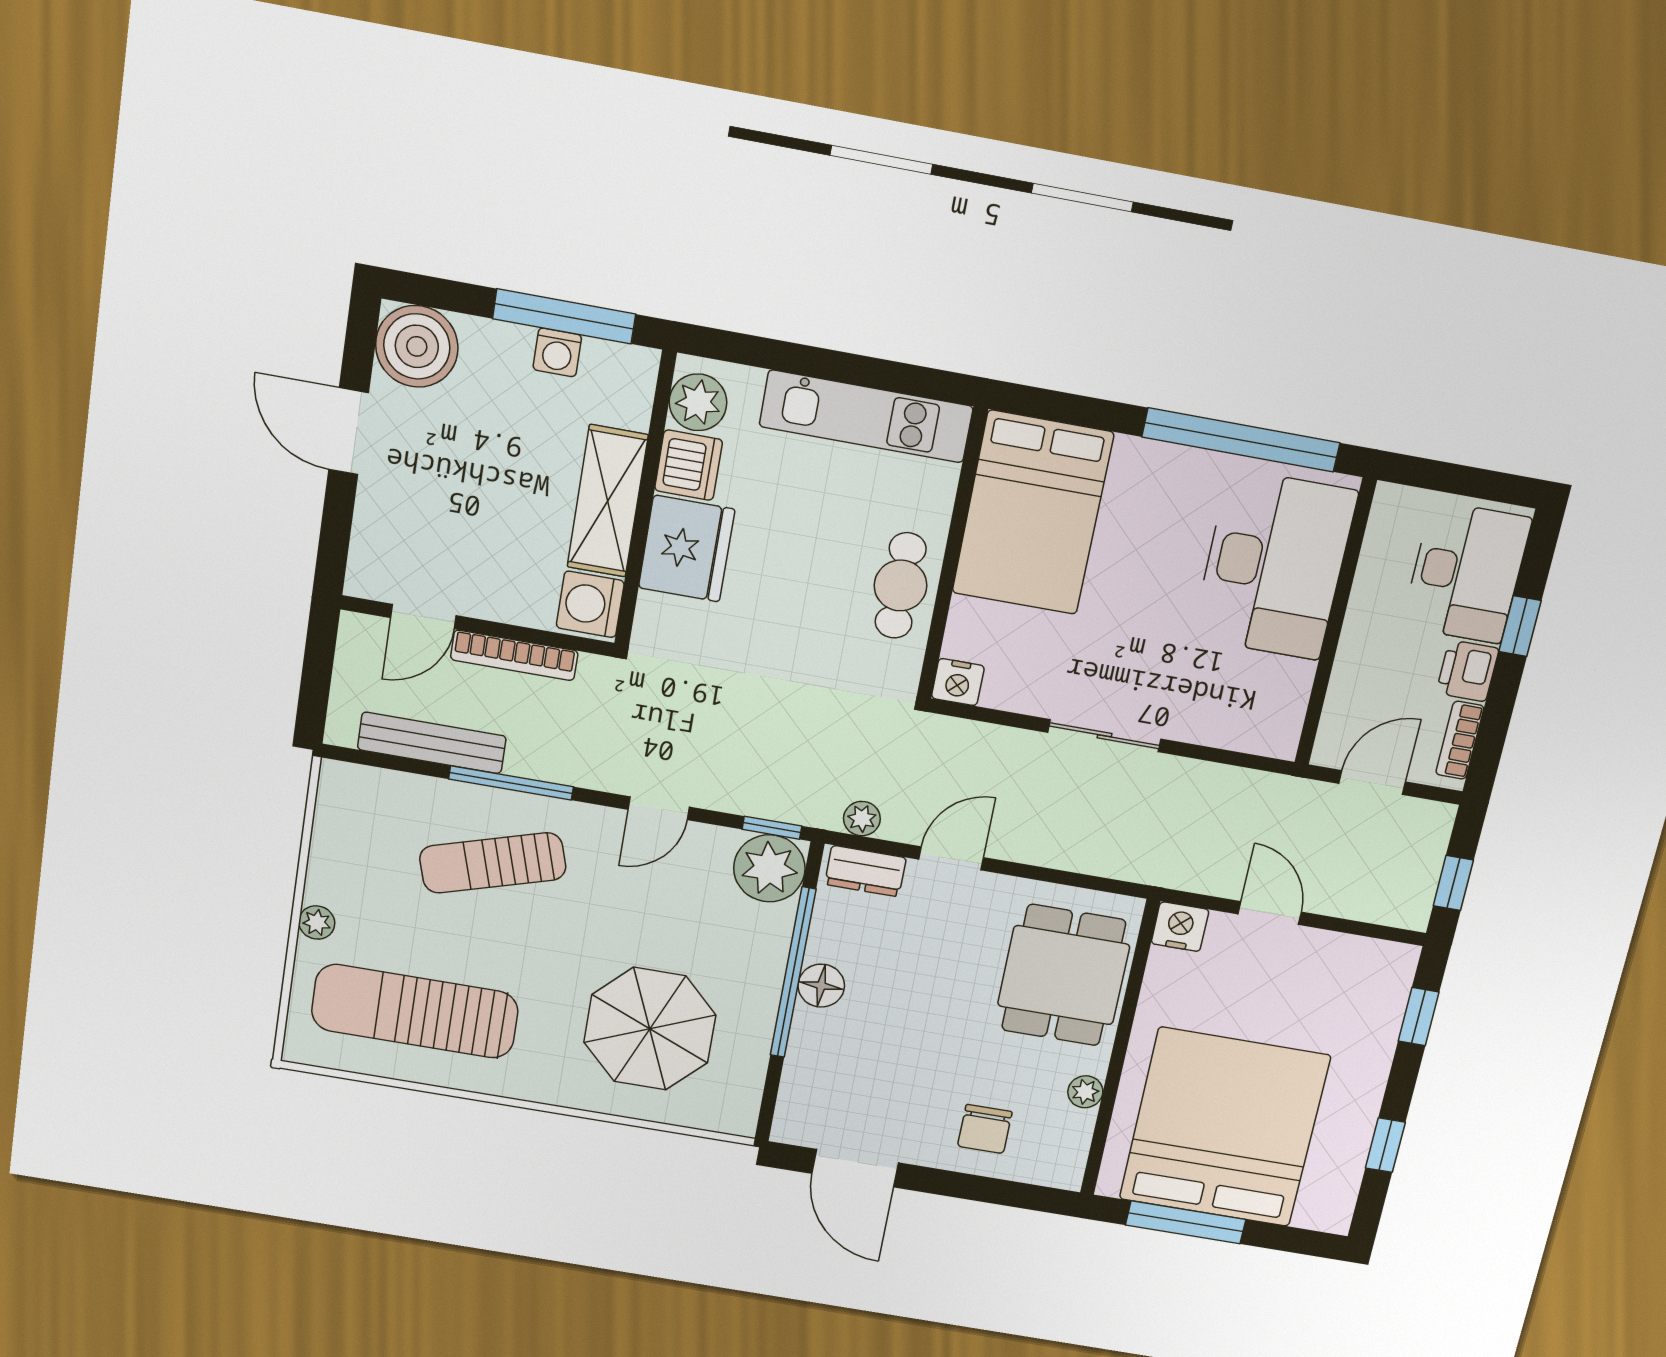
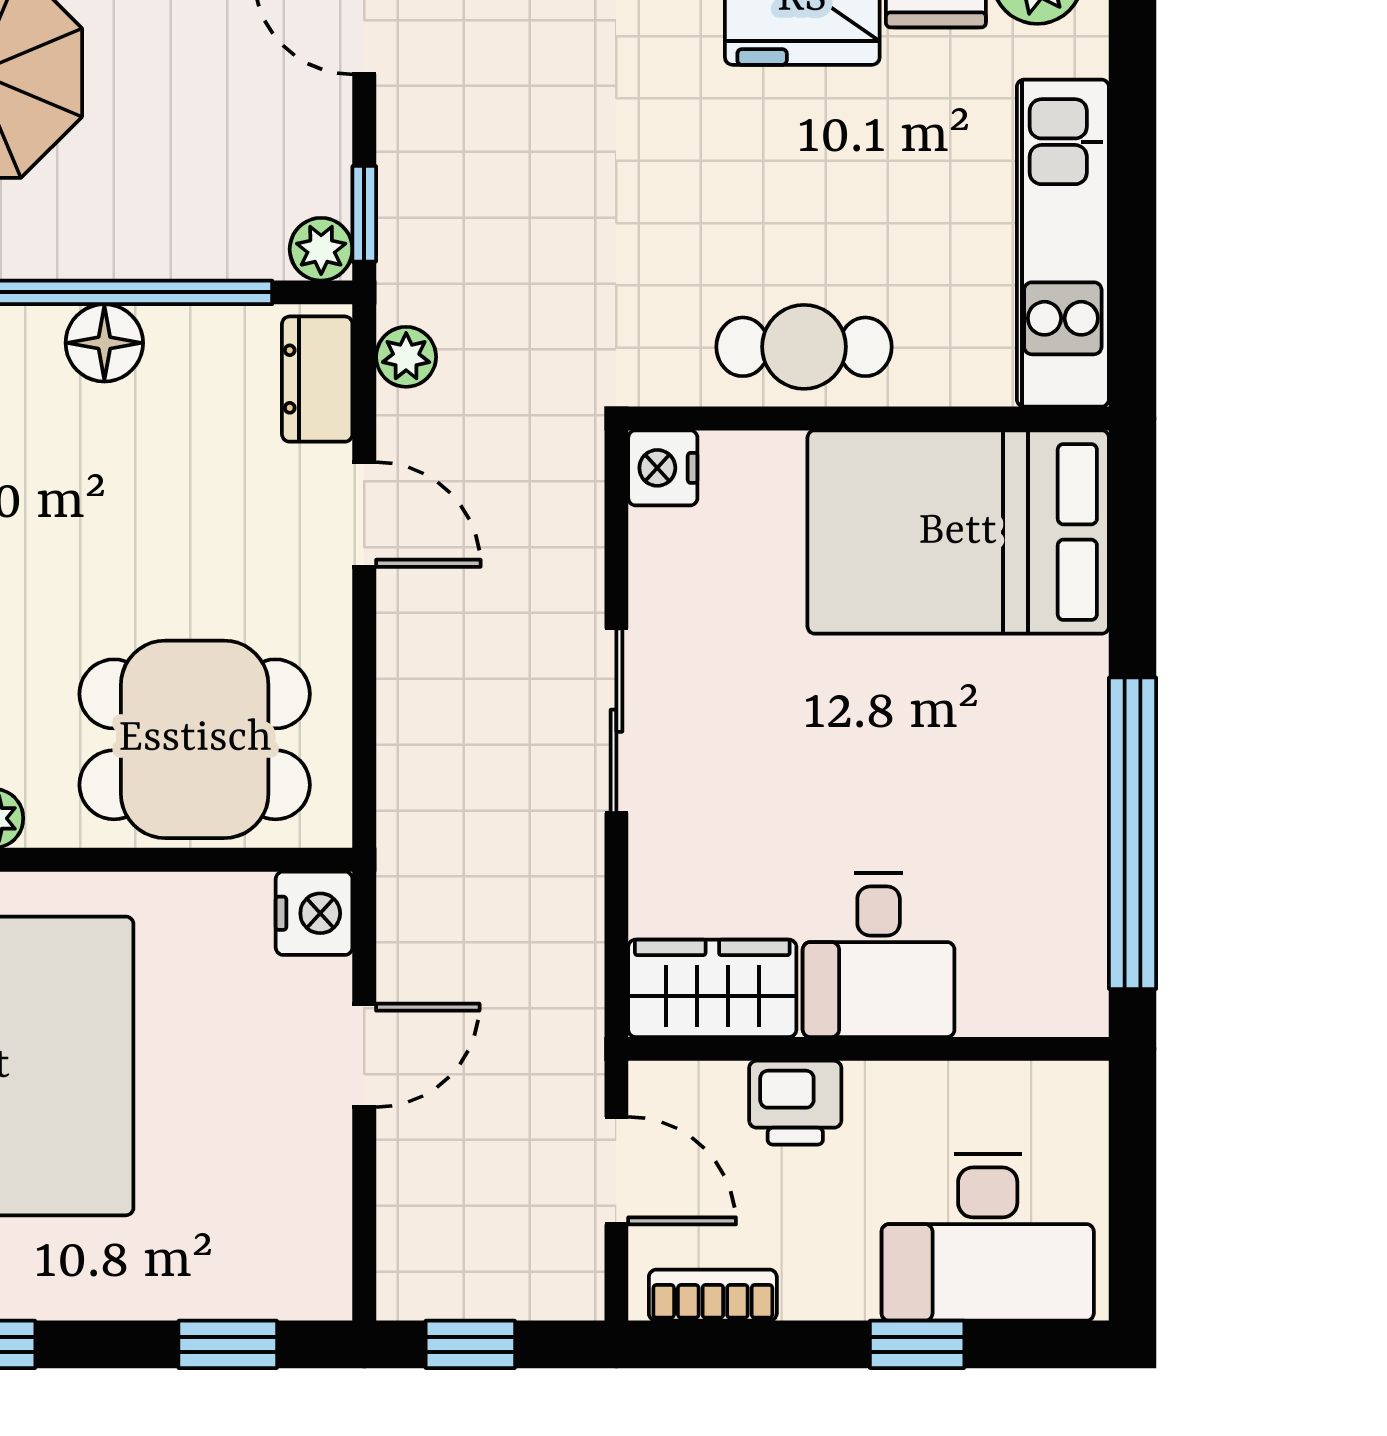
desk: (1274, 565) -> (879, 955), width x0.53, depth x0.77
printer: (1467, 671) -> (795, 1103), moved, turned 180
wardrobe: (1277, 708) -> (712, 988), added
plant: (769, 868) -> (321, 249), width x0.53, depth x0.53

